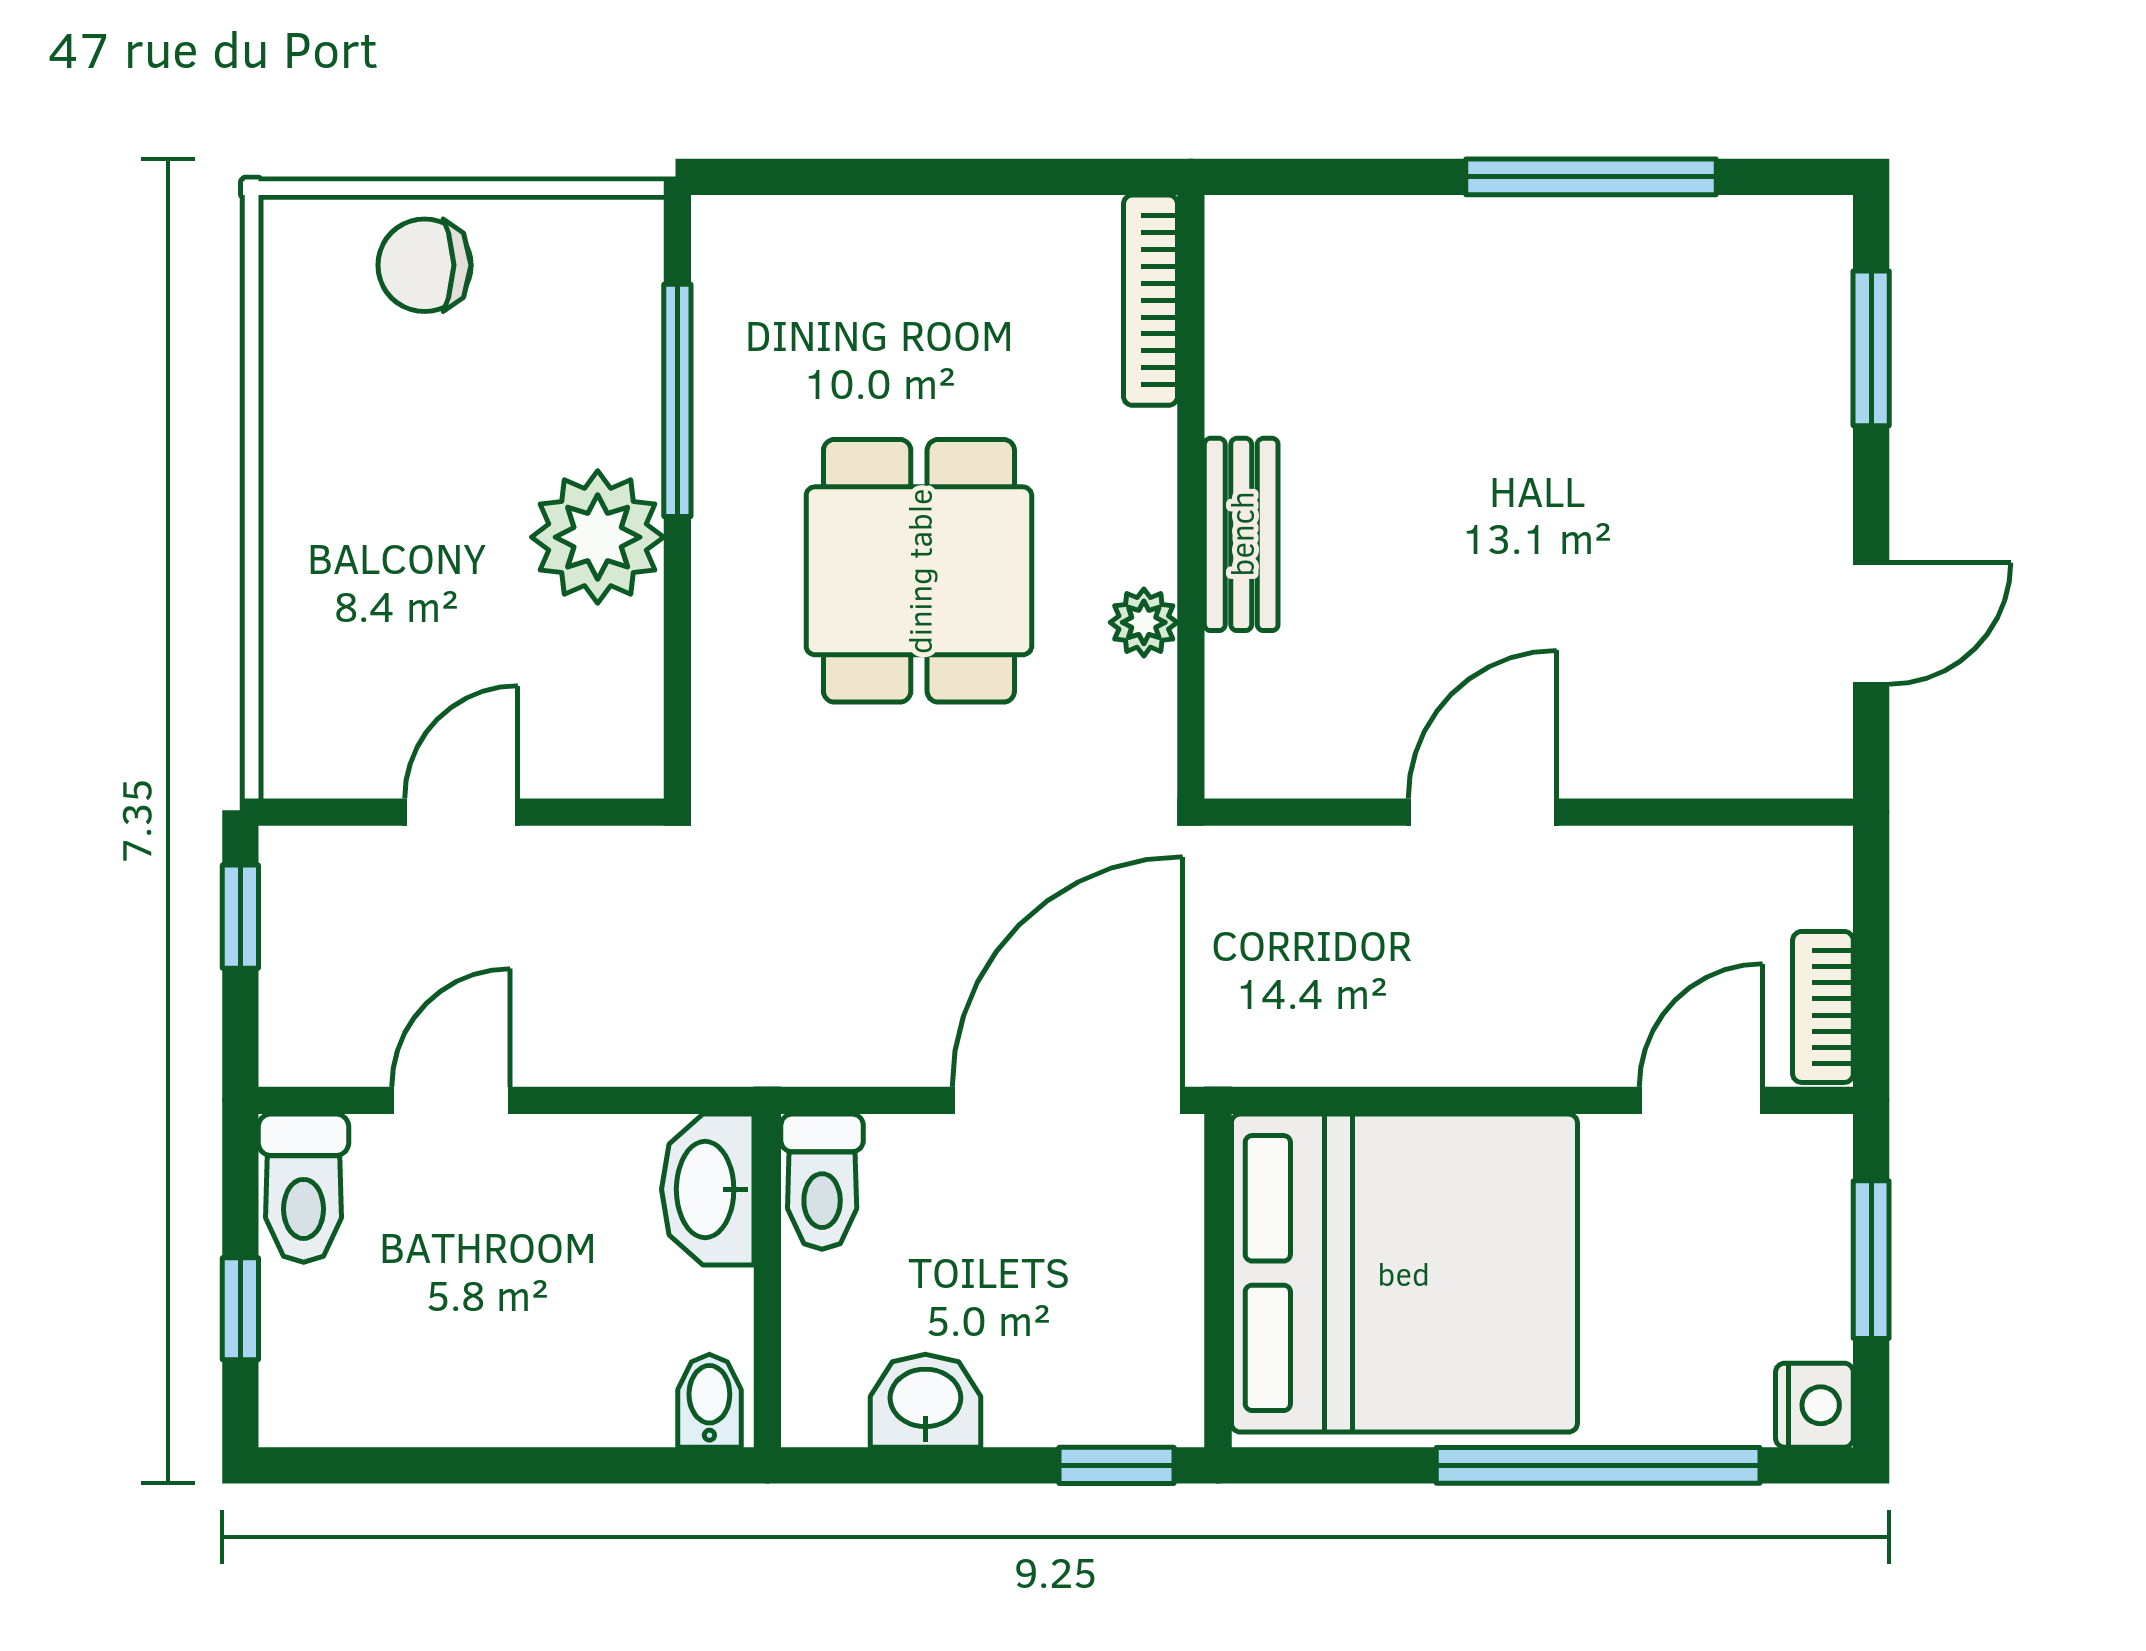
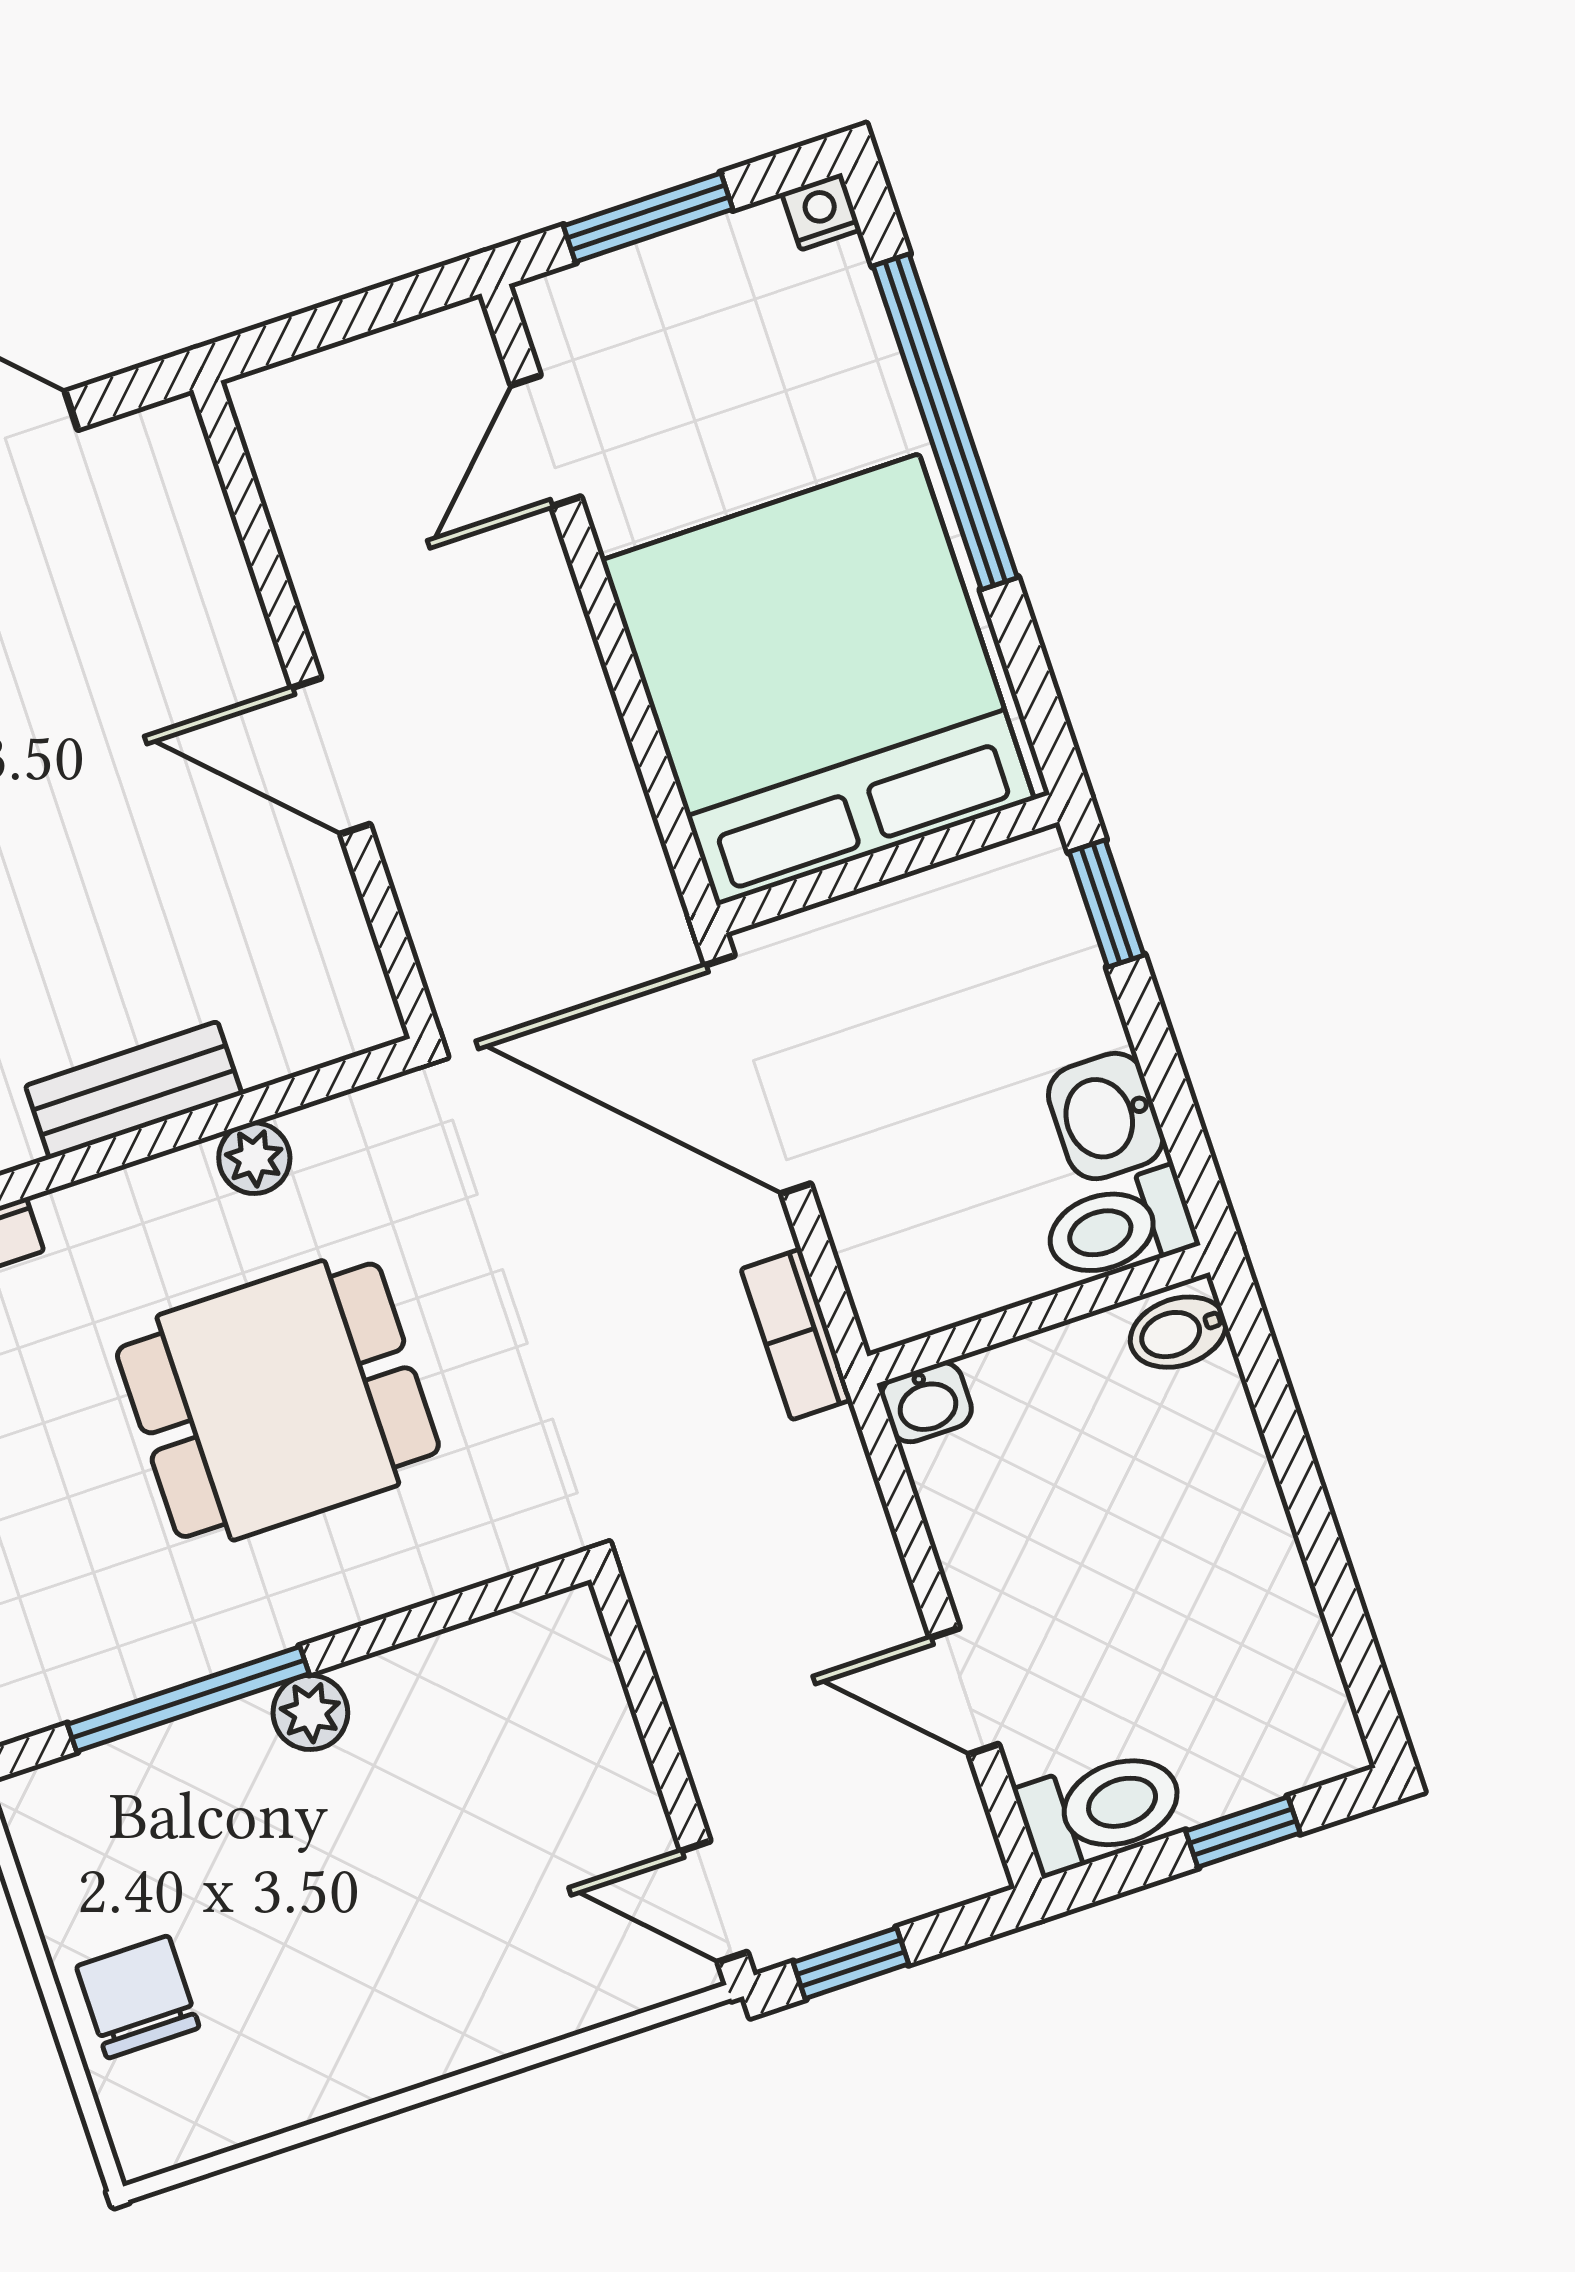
chair: (425, 265) -> (138, 1997), turned 180
plant: (598, 537) -> (310, 1712), width x0.53, depth x0.53
door: (461, 812) -> (714, 1902), moved
bookcase: (1823, 1007) -> (796, 1334), moved, turned 90
door: (1701, 1100) -> (546, 441), hinge flipped
toilet: (822, 1182) -> (1119, 1226), moved, turned 180
washbasin: (708, 1189) -> (926, 1402), width x0.52, depth x0.69
nightstand: (1814, 1405) -> (821, 211), width x0.72, depth x0.74

